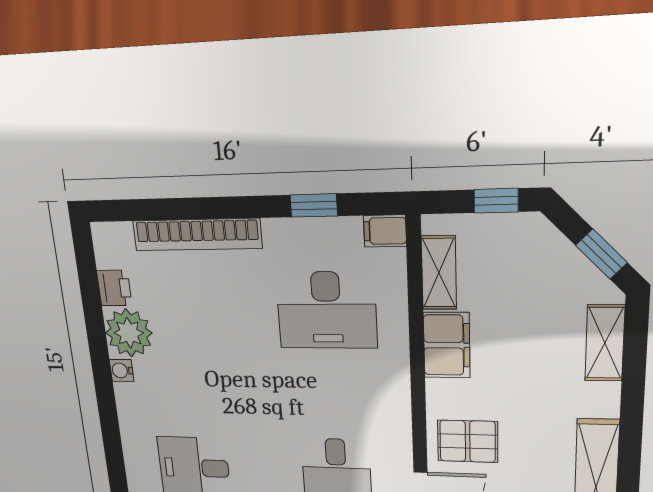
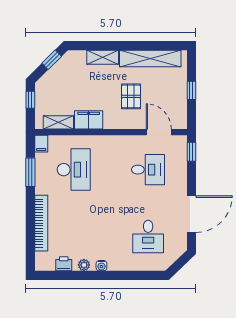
window: (314, 205) -> (30, 172), width x1.50
plant: (129, 333) -> (84, 265), width x0.53, depth x0.53
shelving: (605, 343) -> (103, 57), moved
pallet: (468, 441) -> (131, 96), moved

